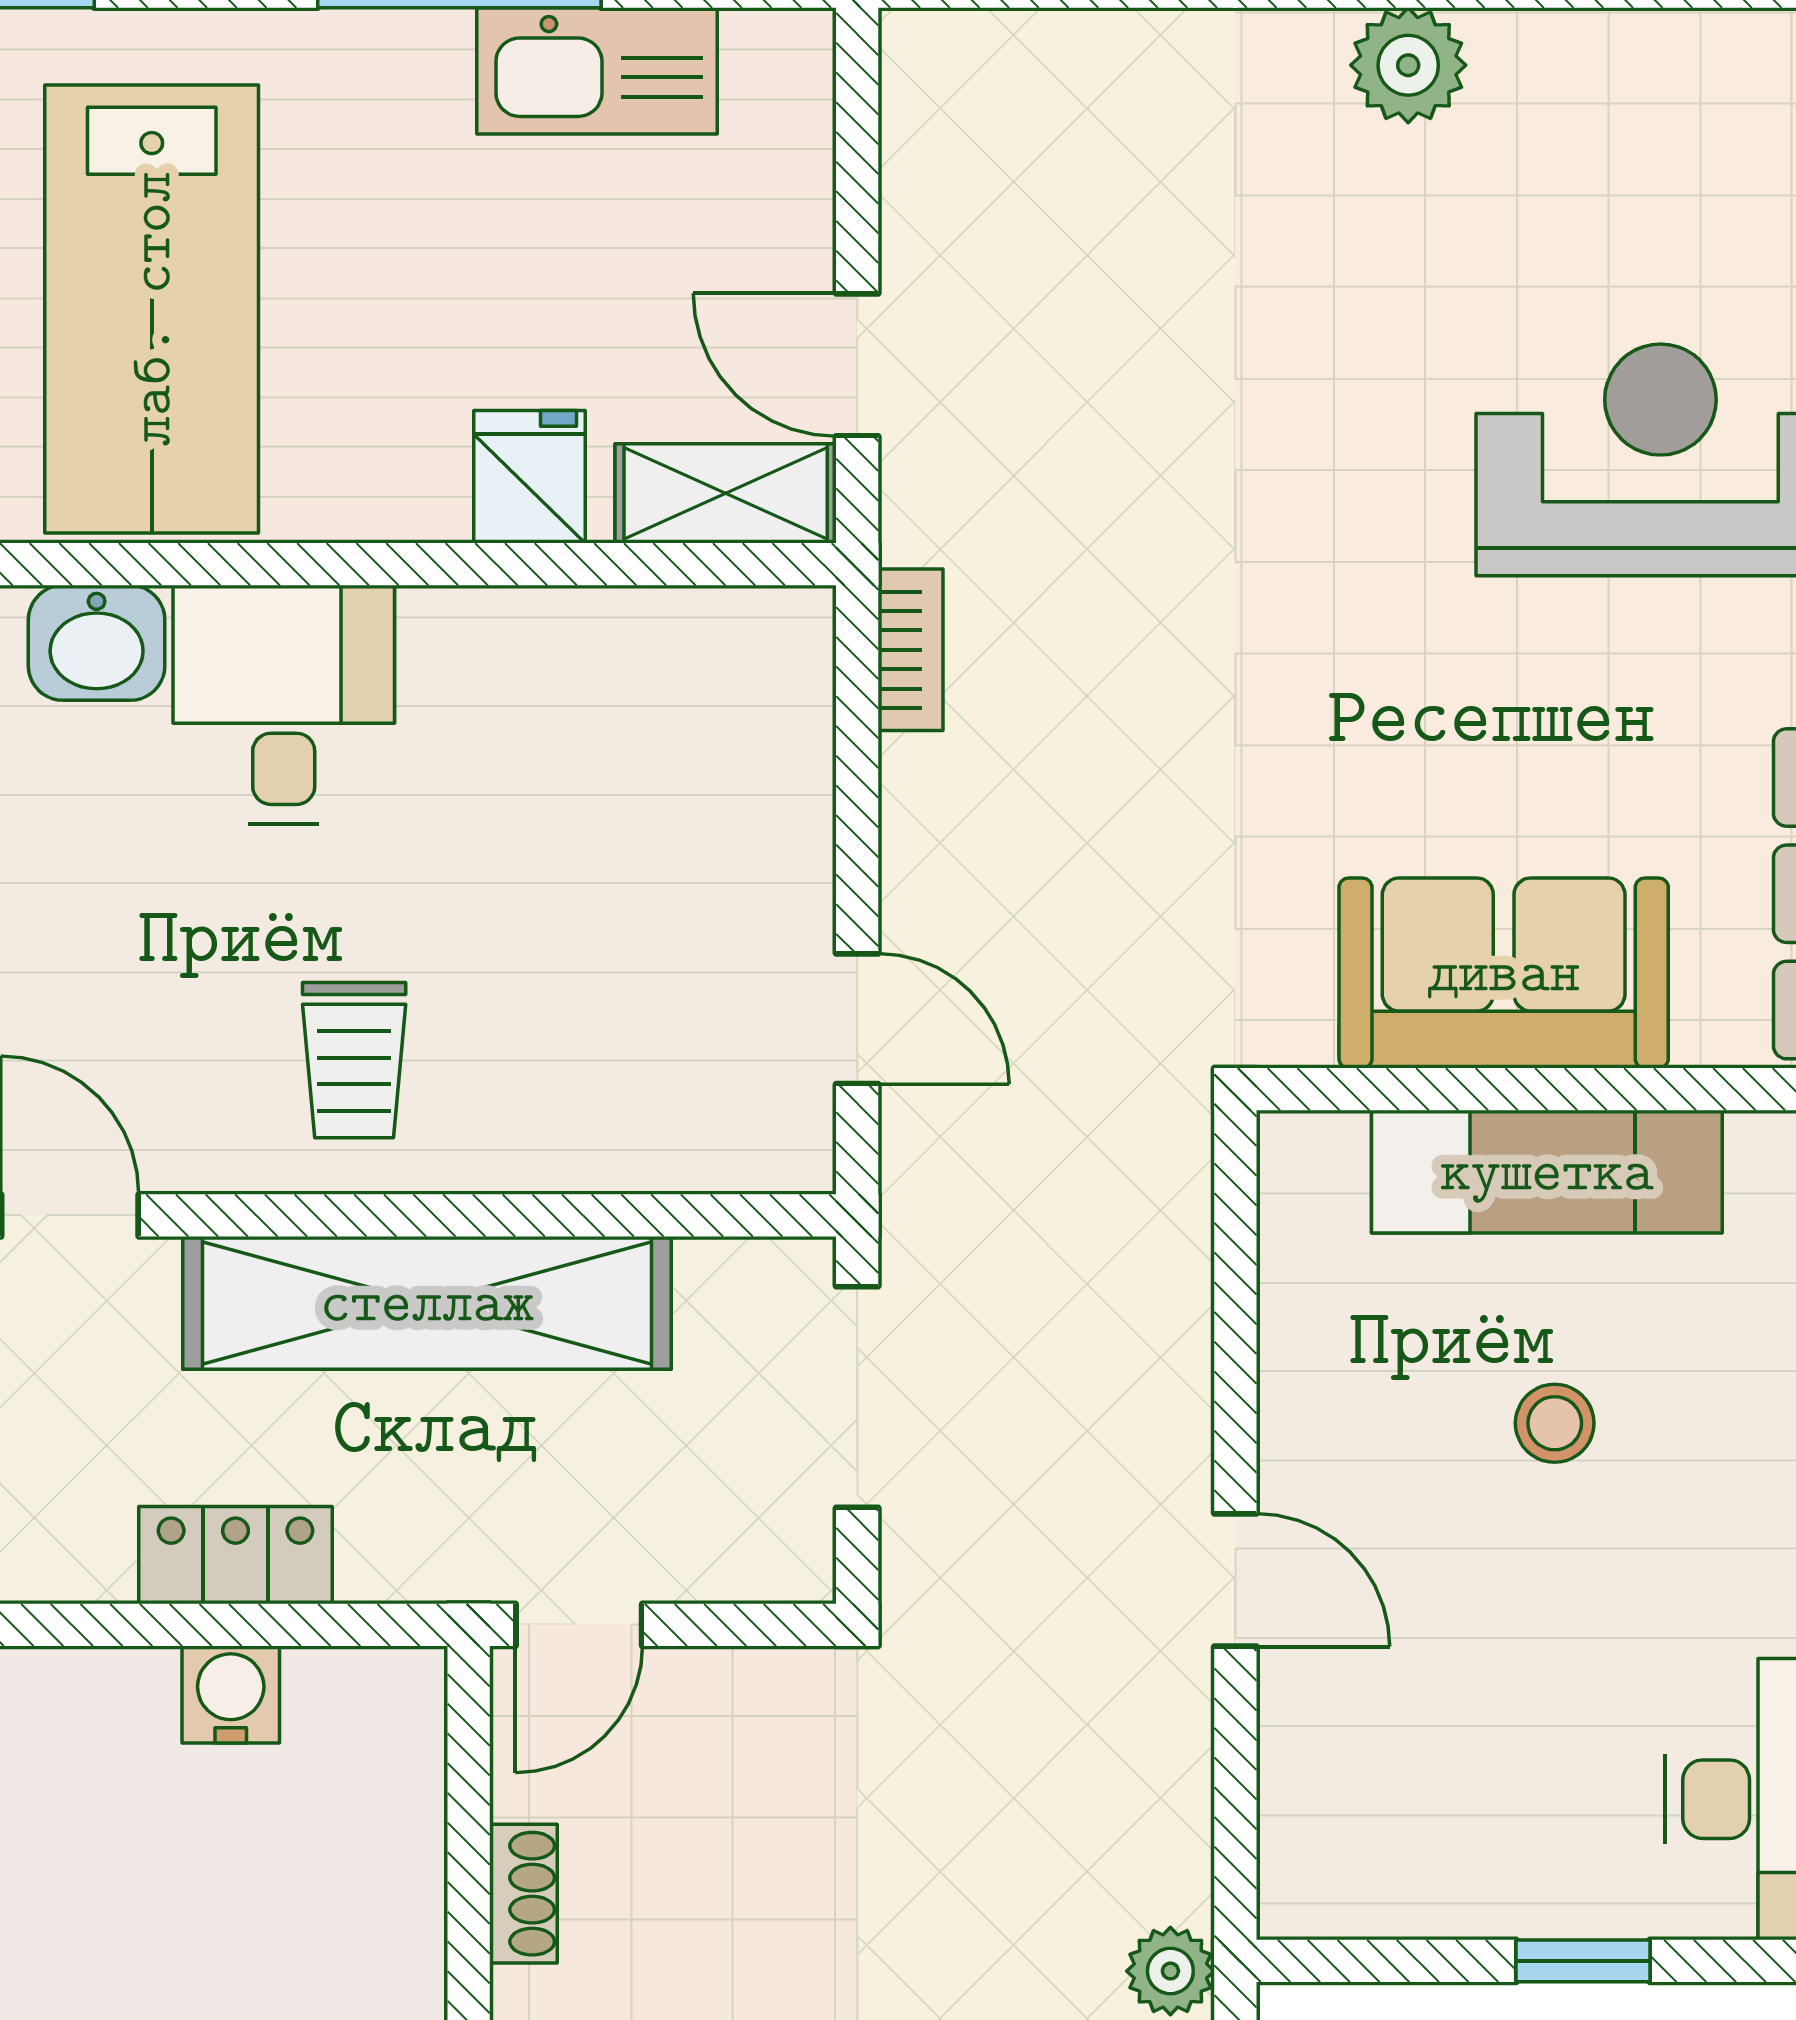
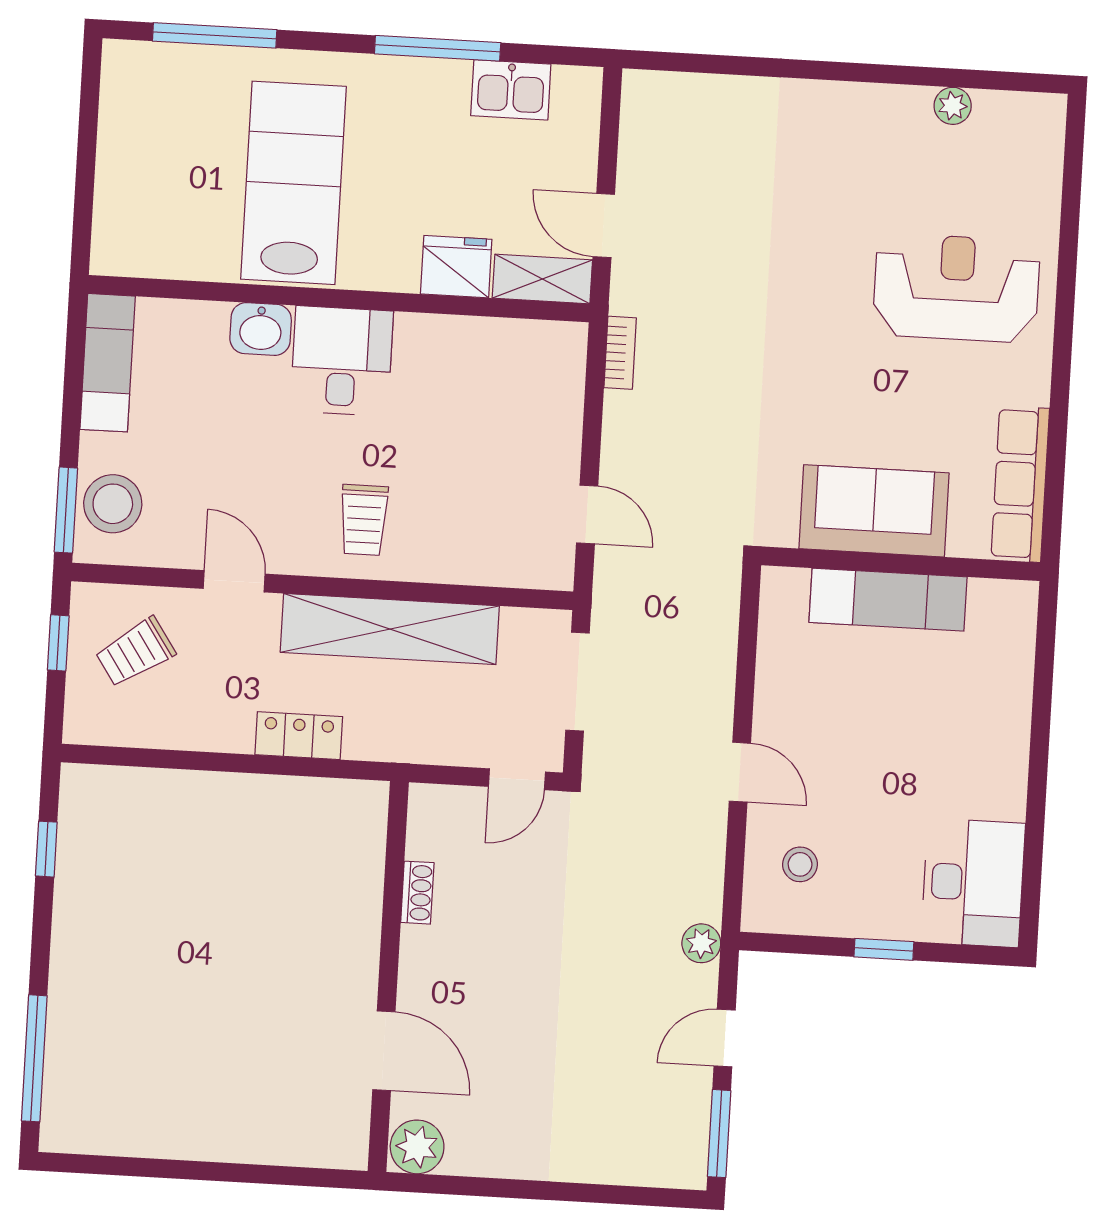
plant: (1408, 65) -> (953, 106), moved, width x0.73, depth x0.73
kitchen sink: (597, 71) -> (511, 90), width x0.73
lab bench: (152, 309) -> (293, 183), turned 180
fridge: (530, 477) -> (456, 267), width x1.38
stool: (1555, 1423) -> (800, 864), moved
door: (579, 1625) -> (517, 779), moved
water cooler: (231, 1695) -> (293, 797), removed

